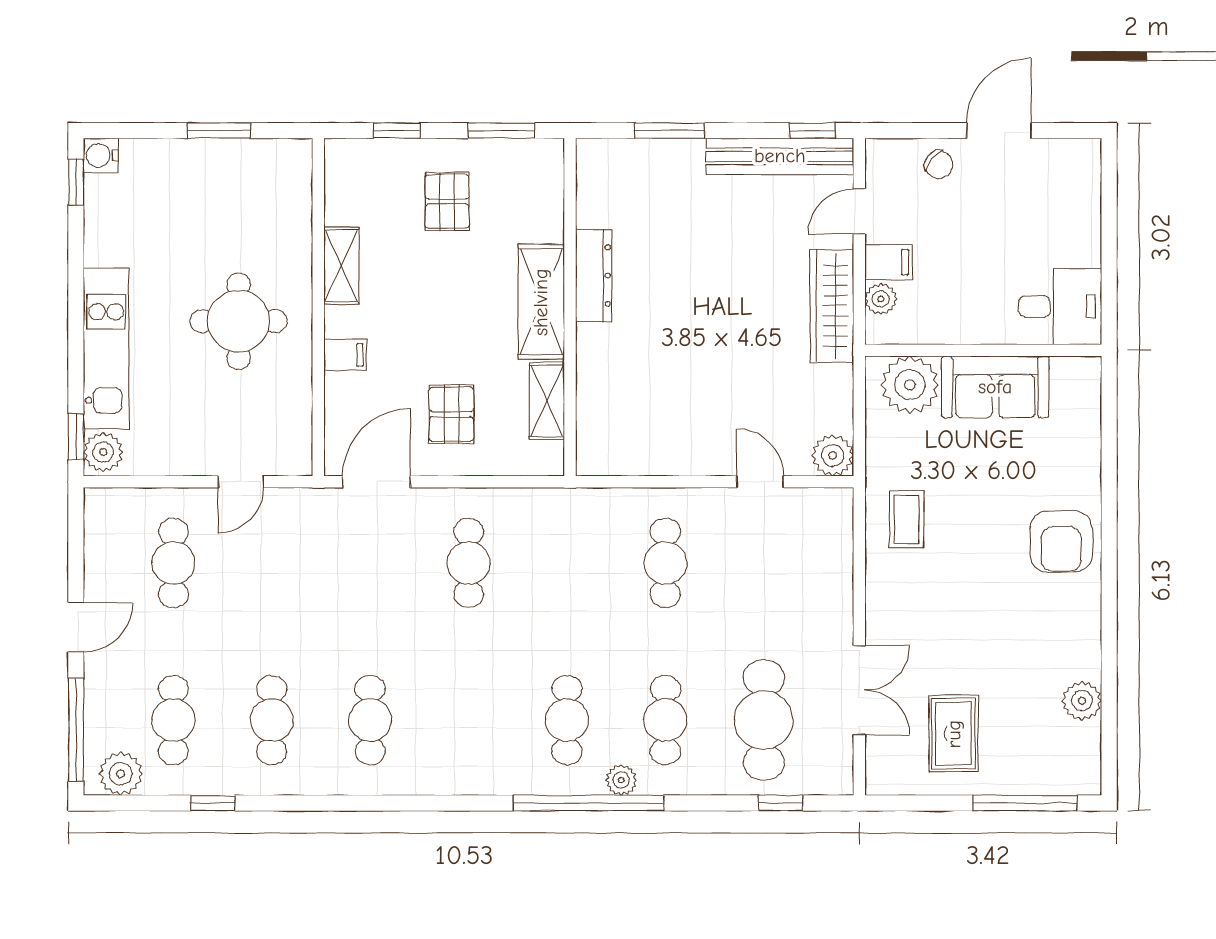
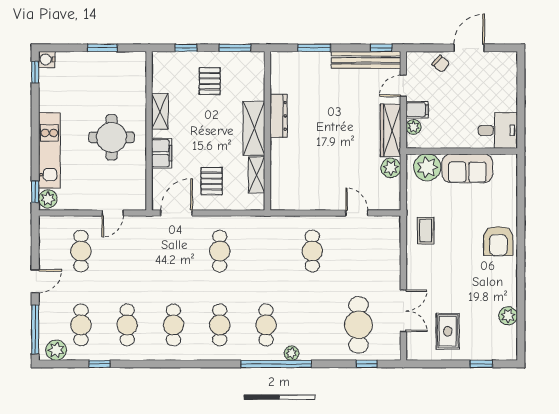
filing cabinet: (345, 355) -> (162, 153), width x2.00
plant: (833, 455) -> (391, 168), moved
cafe table: (665, 720) -> (220, 325), moved
window: (1025, 803) -> (481, 364), width x0.46

